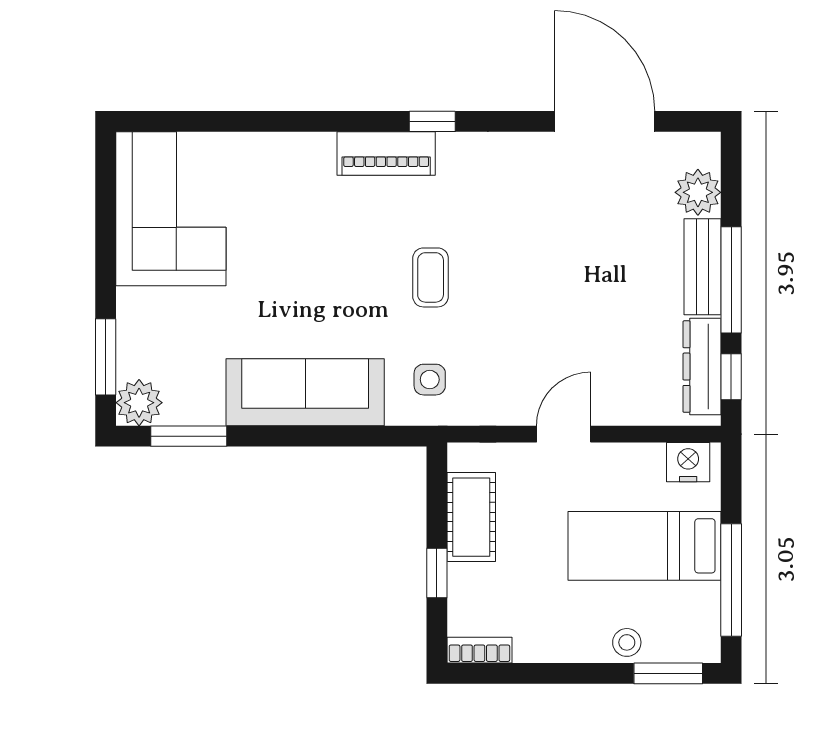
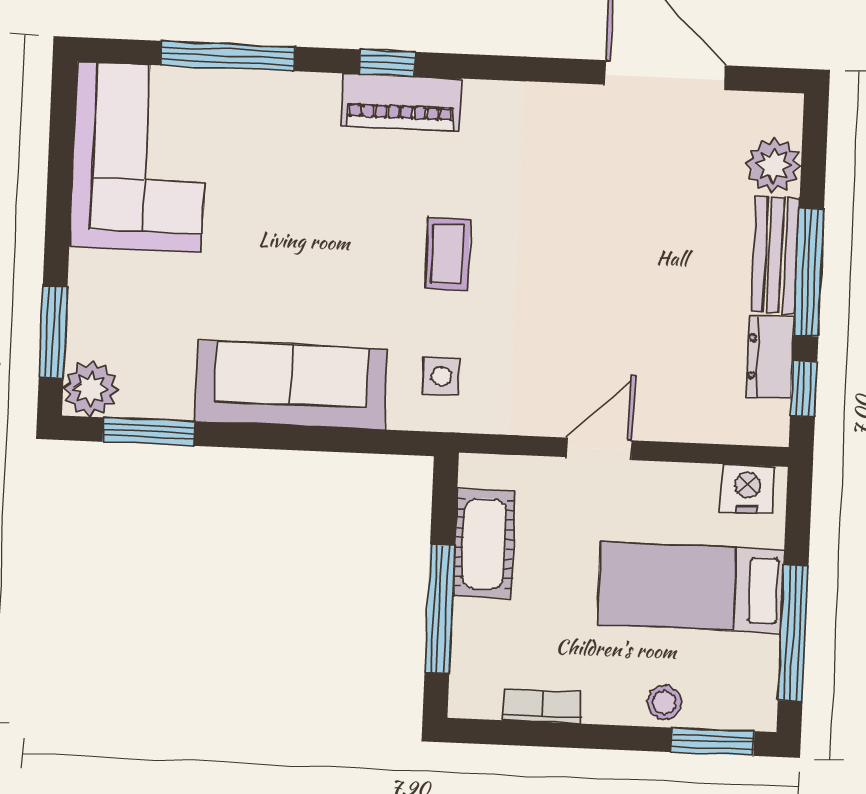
window: (241, 121) -> (228, 56), added
window: (432, 121) -> (387, 63), moved
dresser: (702, 367) -> (770, 357), width x0.70
window: (437, 573) -> (440, 609), width x2.17
bookcase: (479, 650) -> (542, 706), moved

